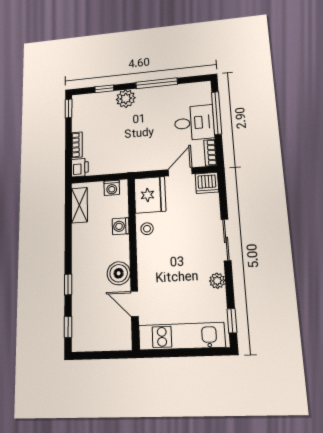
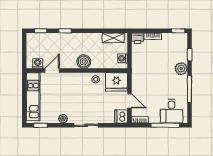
desk: (194, 123) -> (172, 111), moved
washing machine: (121, 226) -> (38, 63), moved
boiler: (119, 273) -> (84, 62), moved

